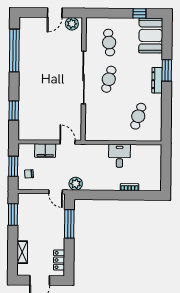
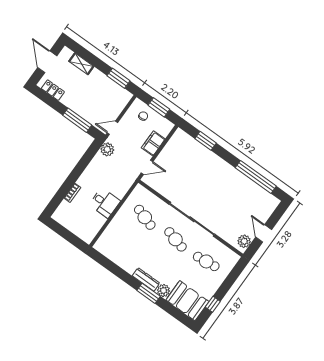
plant: (156, 60) -> (163, 290), added
cafe table: (138, 116) -> (145, 217), moved

